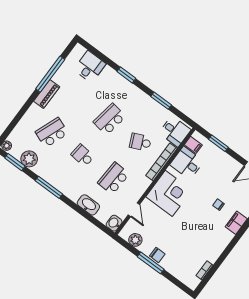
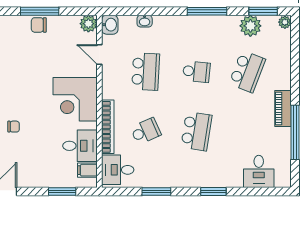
washbasin: (88, 205) -> (145, 21), width x0.52, depth x0.69
plant: (135, 240) -> (88, 24), moved

